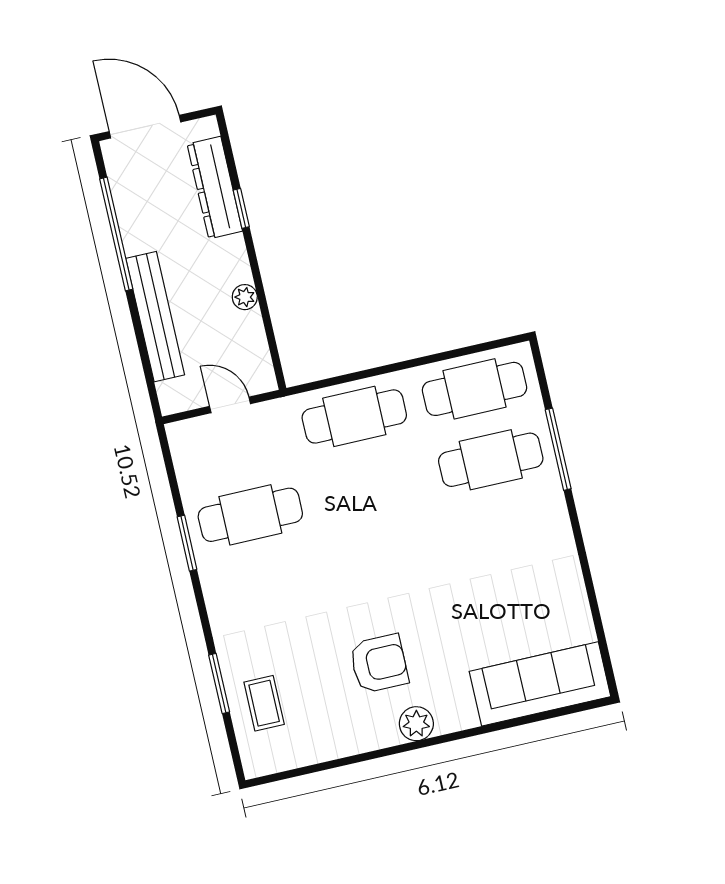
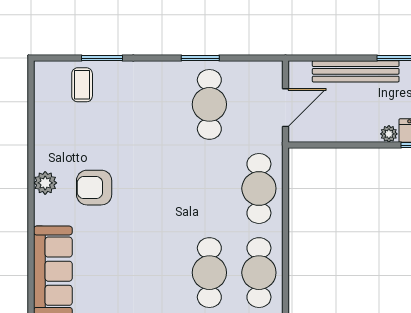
plant: (245, 297) -> (389, 134), moved
door: (230, 405) -> (285, 108), width x1.38
armchair: (379, 664) -> (94, 188), moved, turned 90
coffee table: (264, 703) -> (82, 85), turned 90

